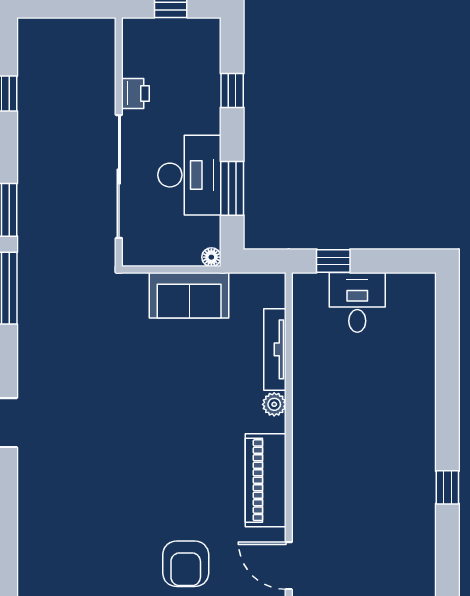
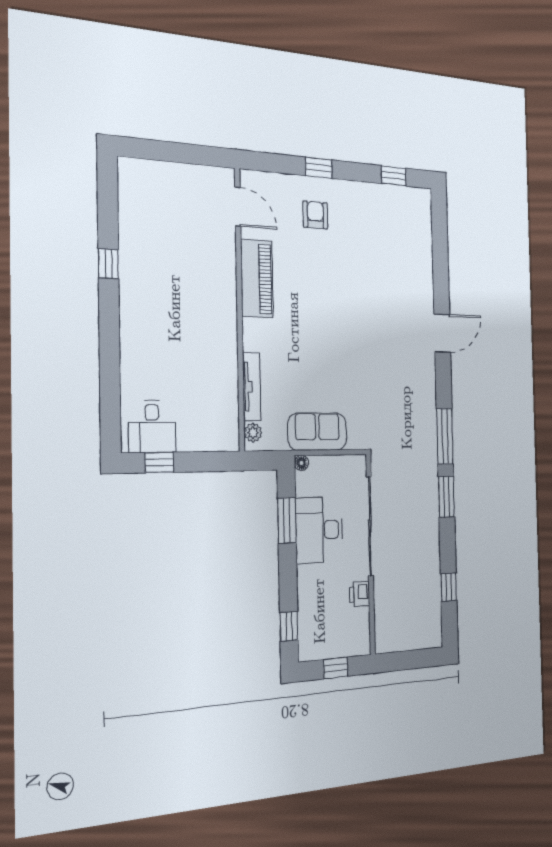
window: (232, 91) -> (289, 626), moved
window: (333, 261) -> (159, 463), moved
desk: (357, 302) -> (152, 427), moved
plant: (274, 404) -> (253, 433), moved
armchair: (186, 564) -> (315, 215), width x0.72, depth x0.72

